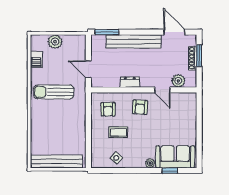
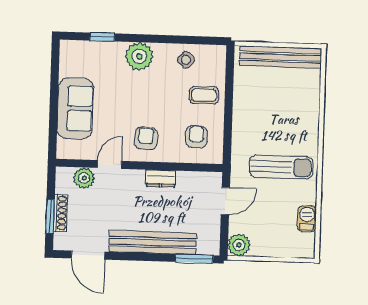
plant: (55, 42) -> (239, 245), moved
door: (88, 69) -> (225, 201), hinge flipped
door: (162, 90) -> (110, 164), hinge flipped
coffee table: (118, 132) -> (204, 95), moved
sofa: (175, 157) -> (75, 108), moved, turned -90
plant: (150, 163) -> (139, 56), width x1.88, depth x1.88

